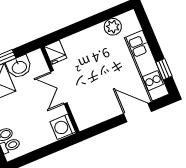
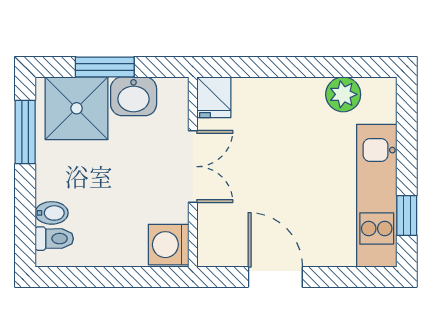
double door: (59, 87) -> (193, 167), swing flipped
door: (138, 113) -> (275, 277), moved

